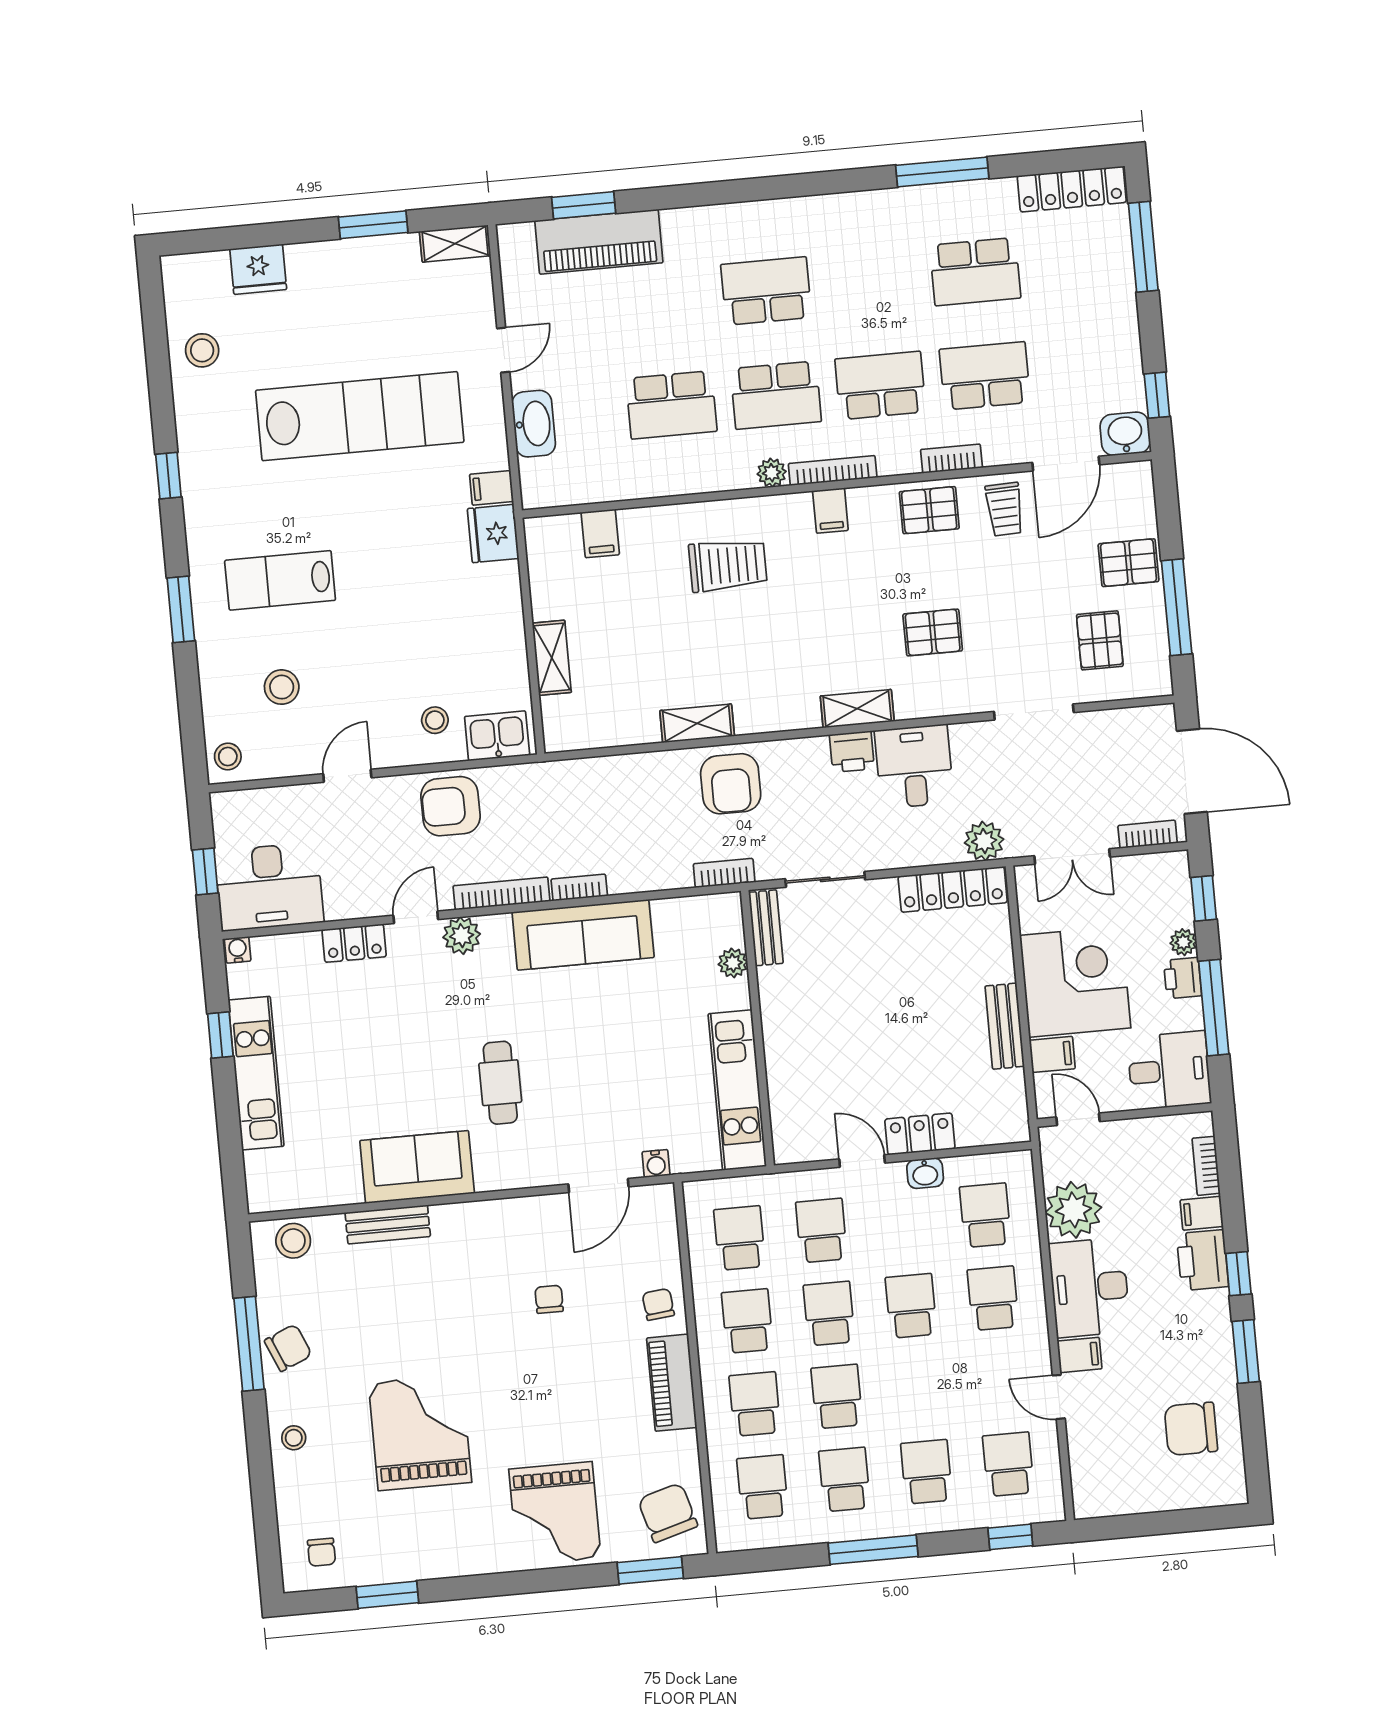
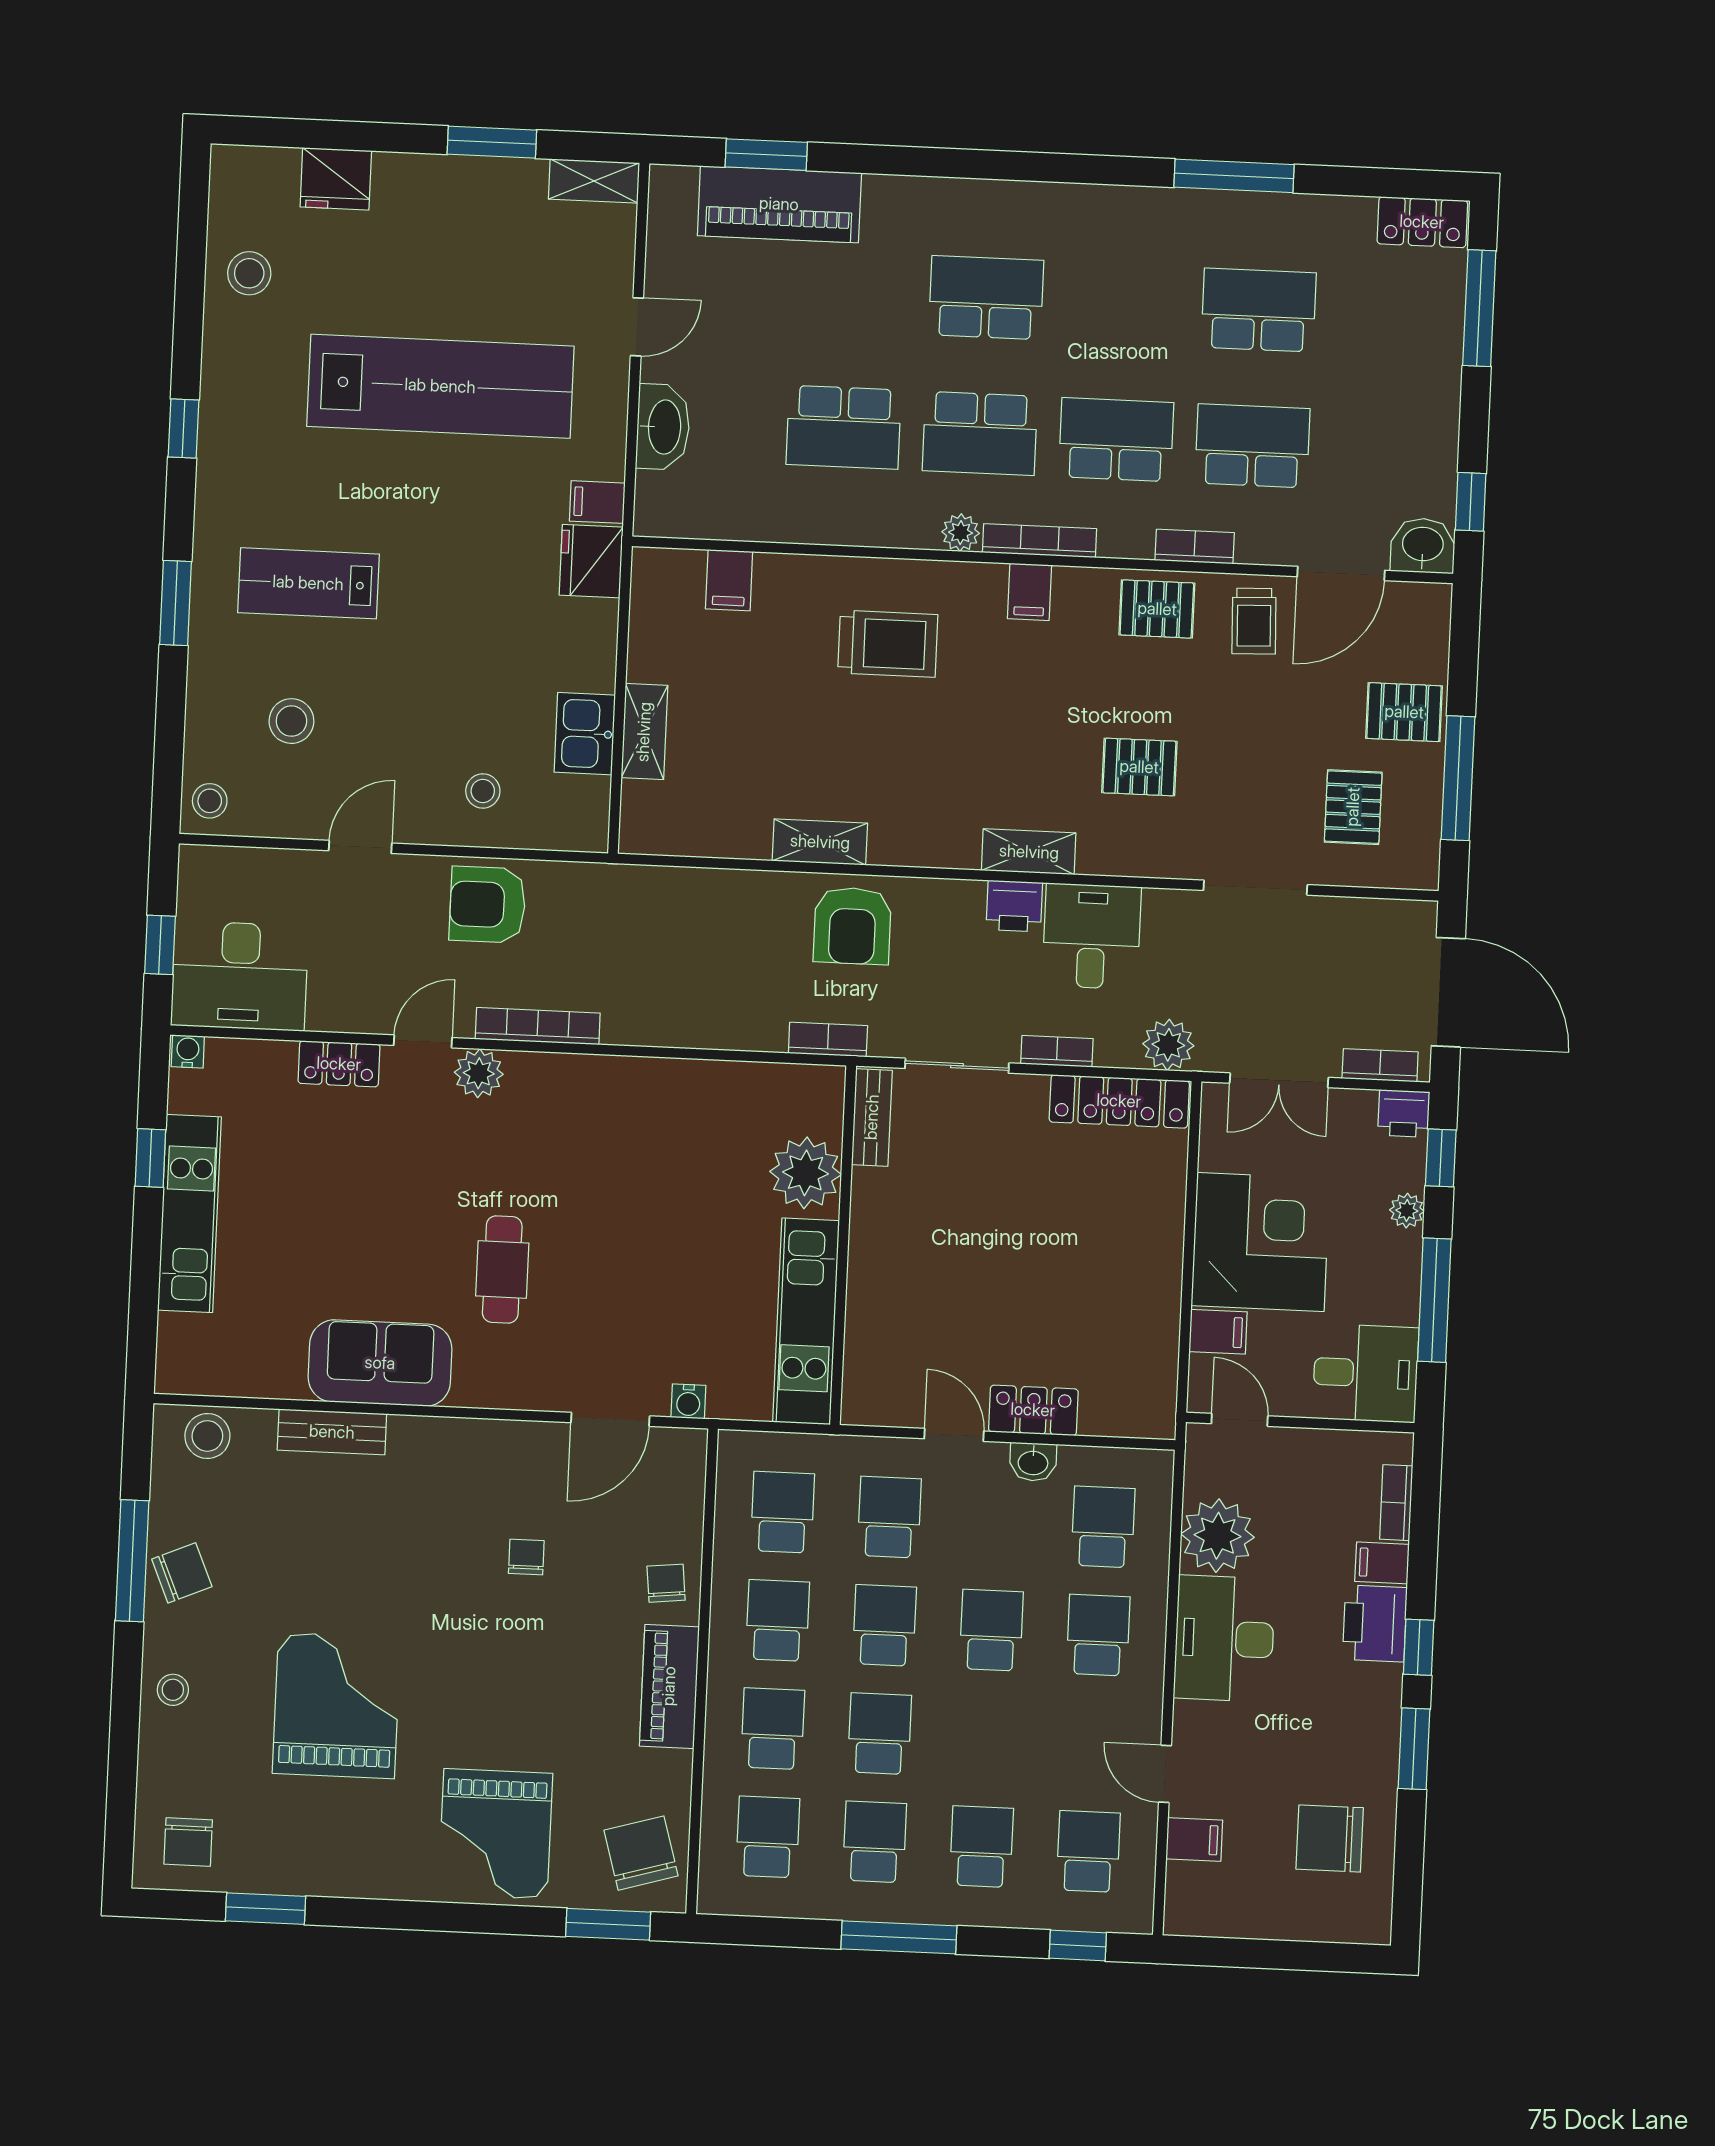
locker: (1072, 189) -> (1422, 222), width x0.66
school desk: (975, 272) -> (1259, 310), turned 180
kitchen sink: (497, 736) -> (585, 734), moved, turned -90
bookcase: (579, 888) -> (1057, 1051), moved
sofa: (583, 935) -> (635, 1094), removed
plant: (733, 963) -> (806, 1173), width x1.88, depth x1.88
printer: (1183, 978) -> (1404, 1114), moved, turned -90
bench: (1005, 1026) -> (1162, 1287), removed
filing cabinet: (1080, 1355) -> (1194, 1839), moved
chair: (321, 1552) -> (188, 1842), width x1.37, depth x1.37

